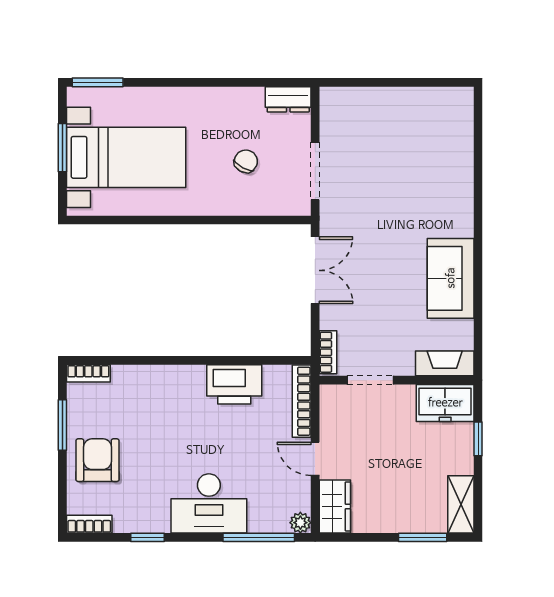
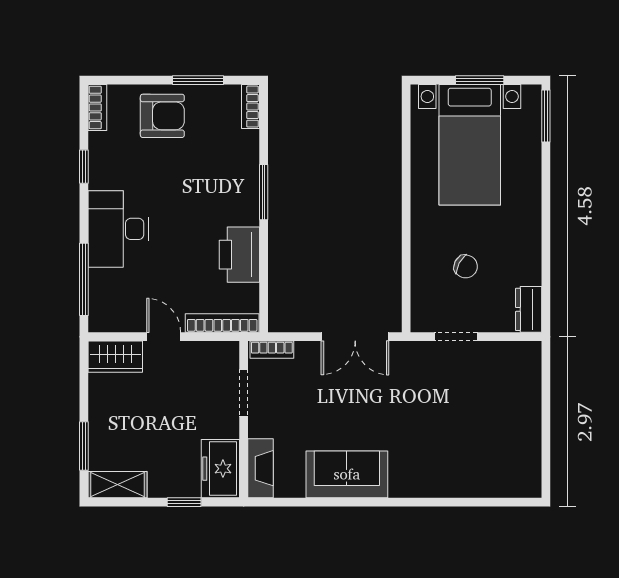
doorway: (315, 171) -> (456, 337), width x0.73
window: (173, 360) -> (264, 192), added
door: (315, 459) -> (164, 337), hinge flipped
plant: (300, 523) -> (99, 322), removed

